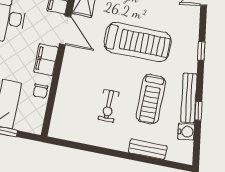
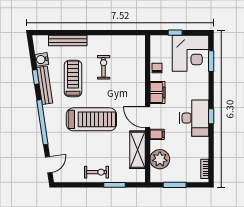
treadmill: (138, 42) -> (91, 119), turned 180
window: (201, 51) -> (42, 122), width x3.17
bench: (148, 149) -> (68, 41), width x1.36

